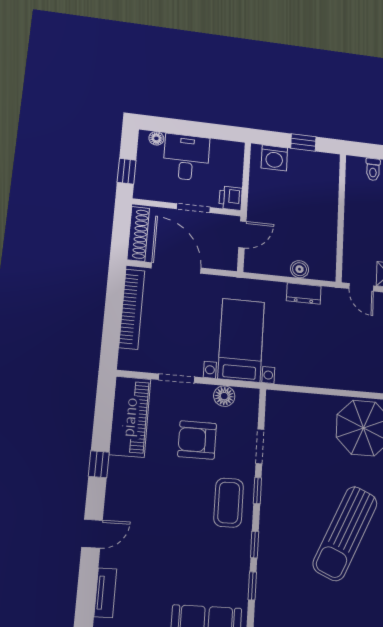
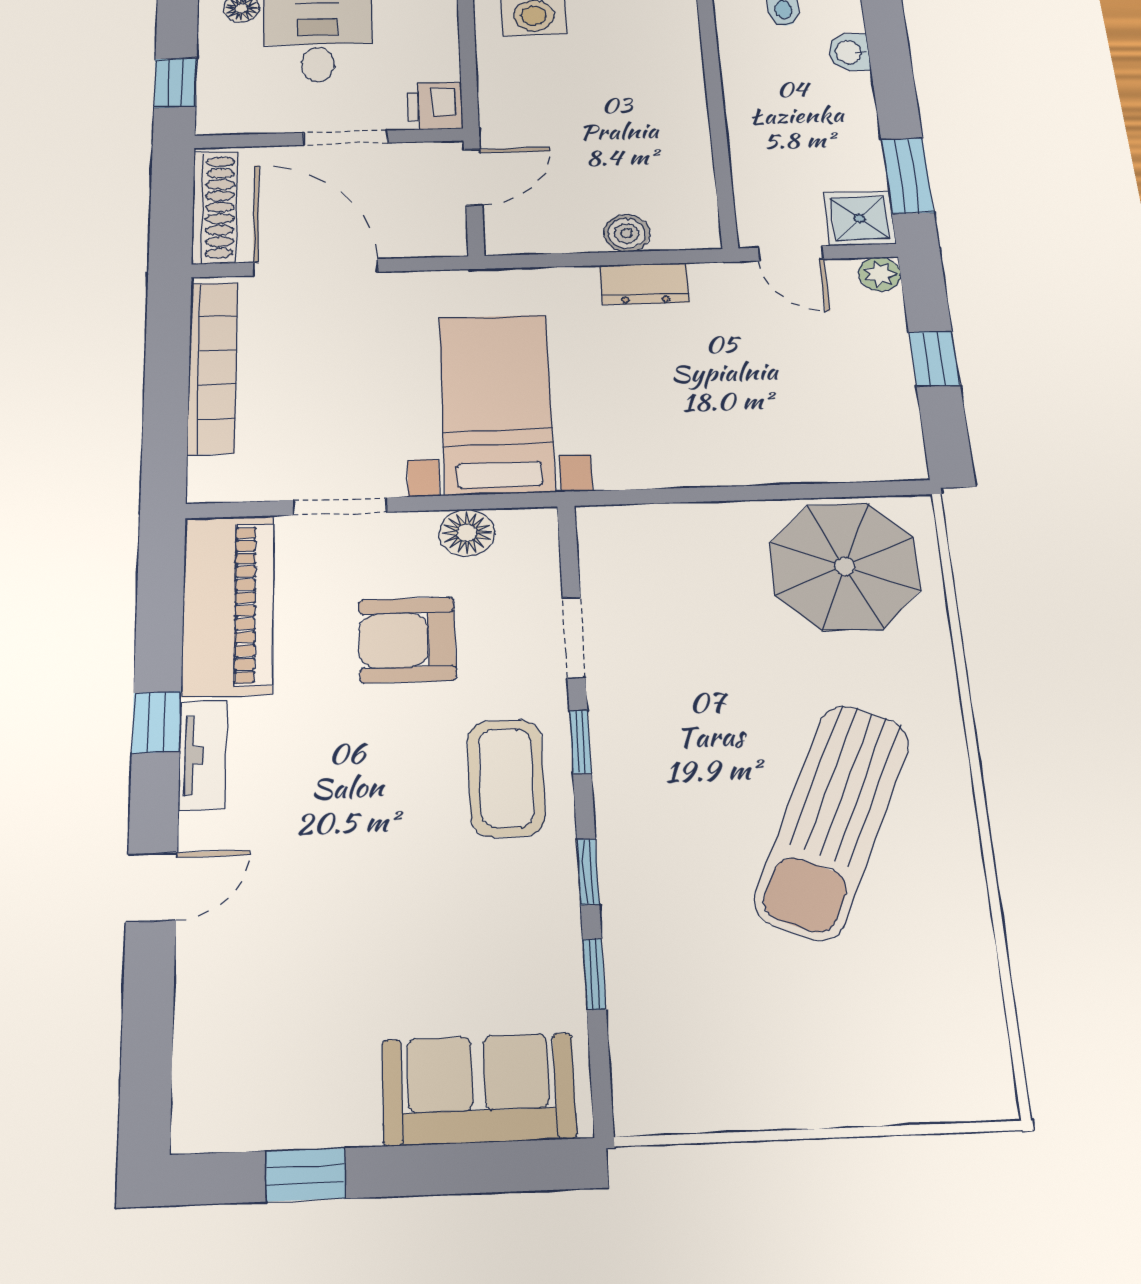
tv unit: (105, 593) -> (203, 755), moved

